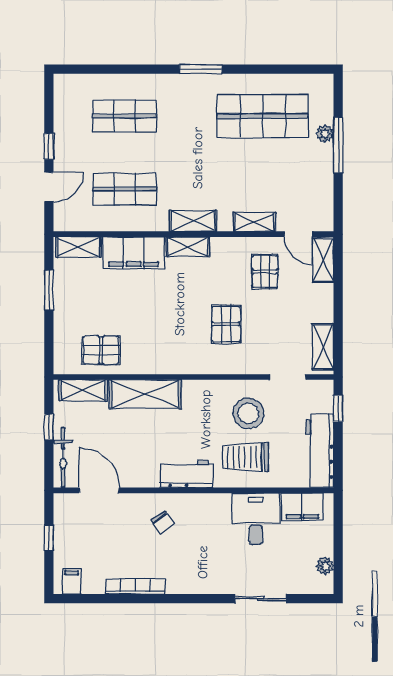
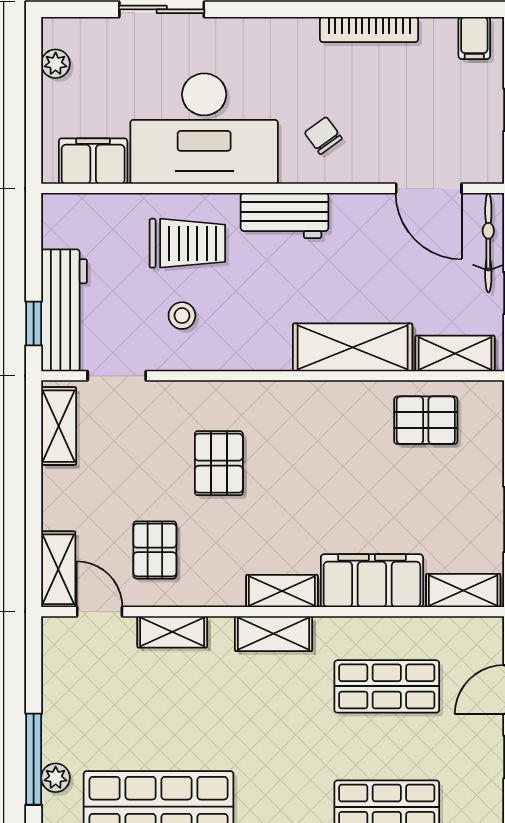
stool: (248, 413) -> (182, 316), width x0.53, depth x0.53
workbench: (320, 451) -> (64, 310), moved
desk: (256, 519) -> (204, 129), width x1.87, depth x1.30

